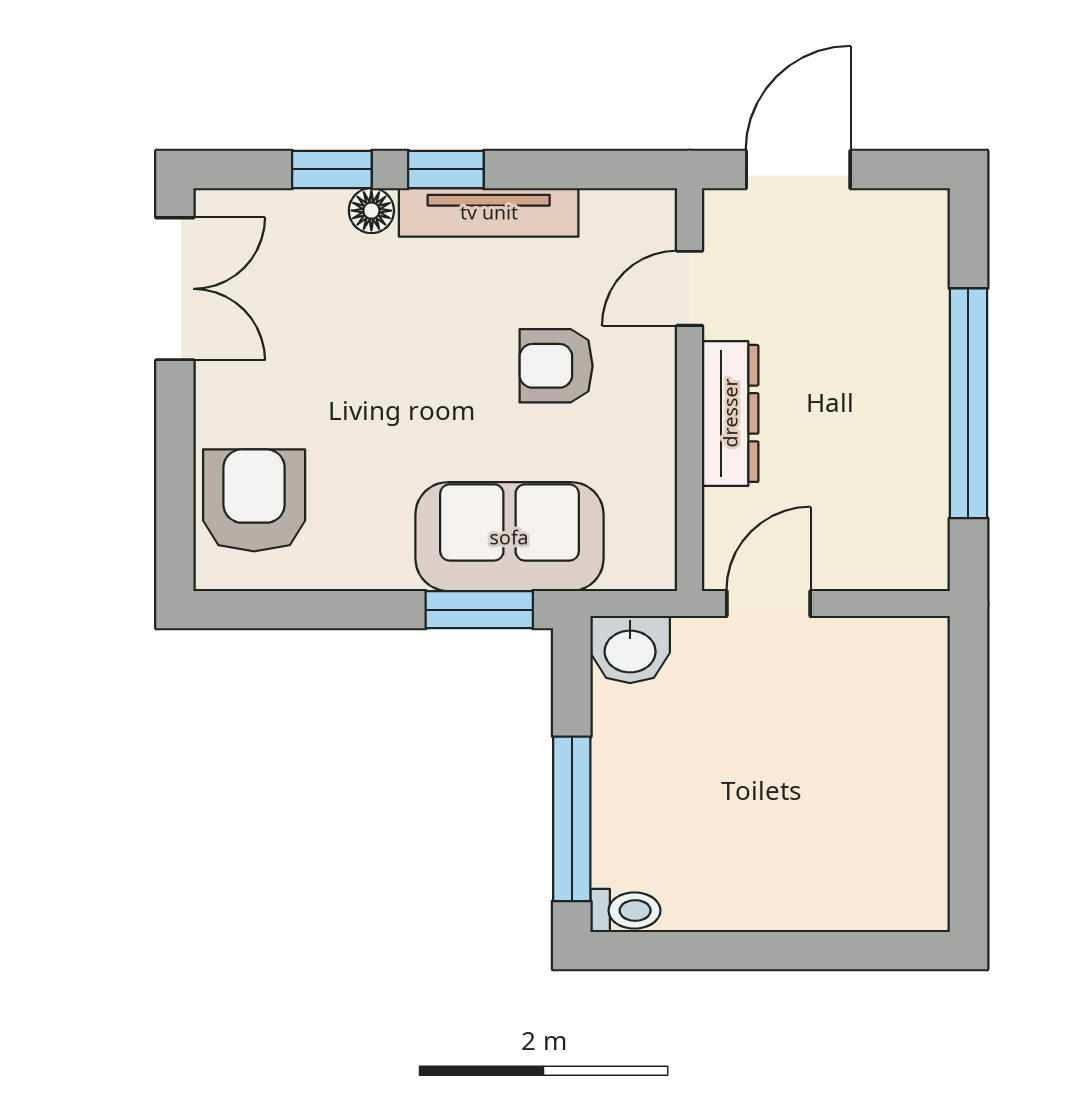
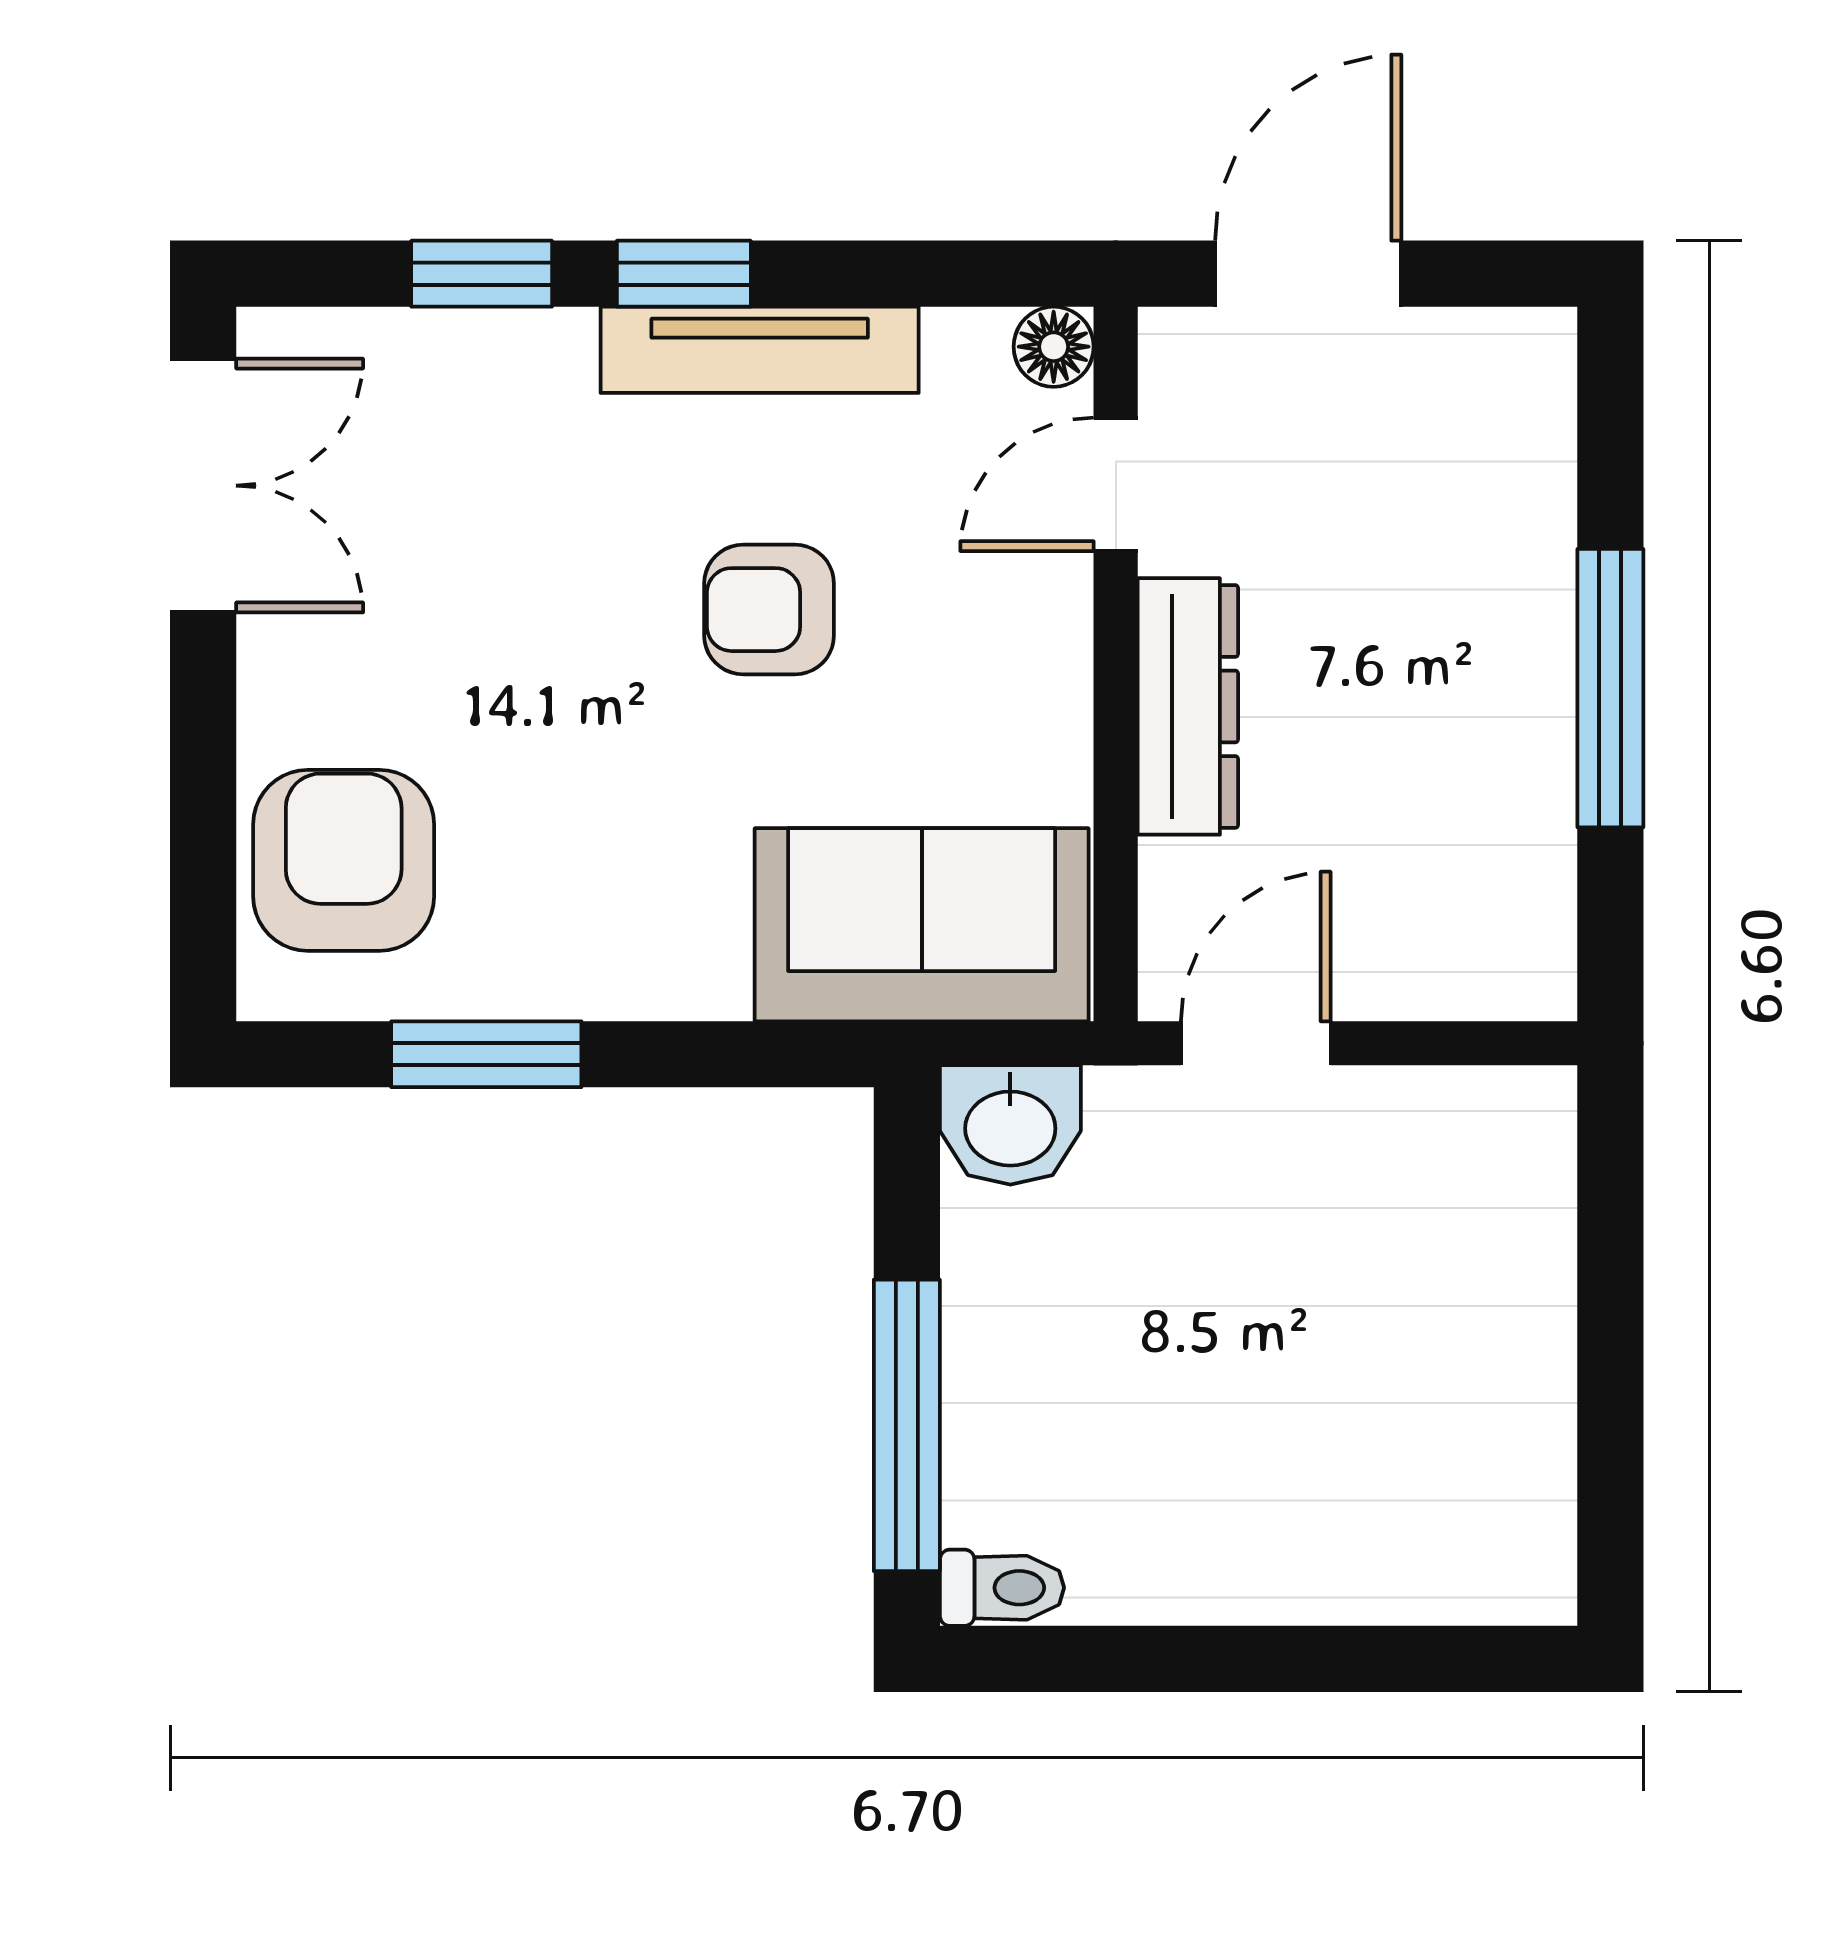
floor lamp: (371, 211) -> (1054, 347), moved
armchair: (556, 366) -> (769, 610), moved
window: (968, 403) -> (1610, 688), width x0.68
sofa: (509, 537) -> (922, 925), moved
window: (479, 610) -> (486, 1054), moved

